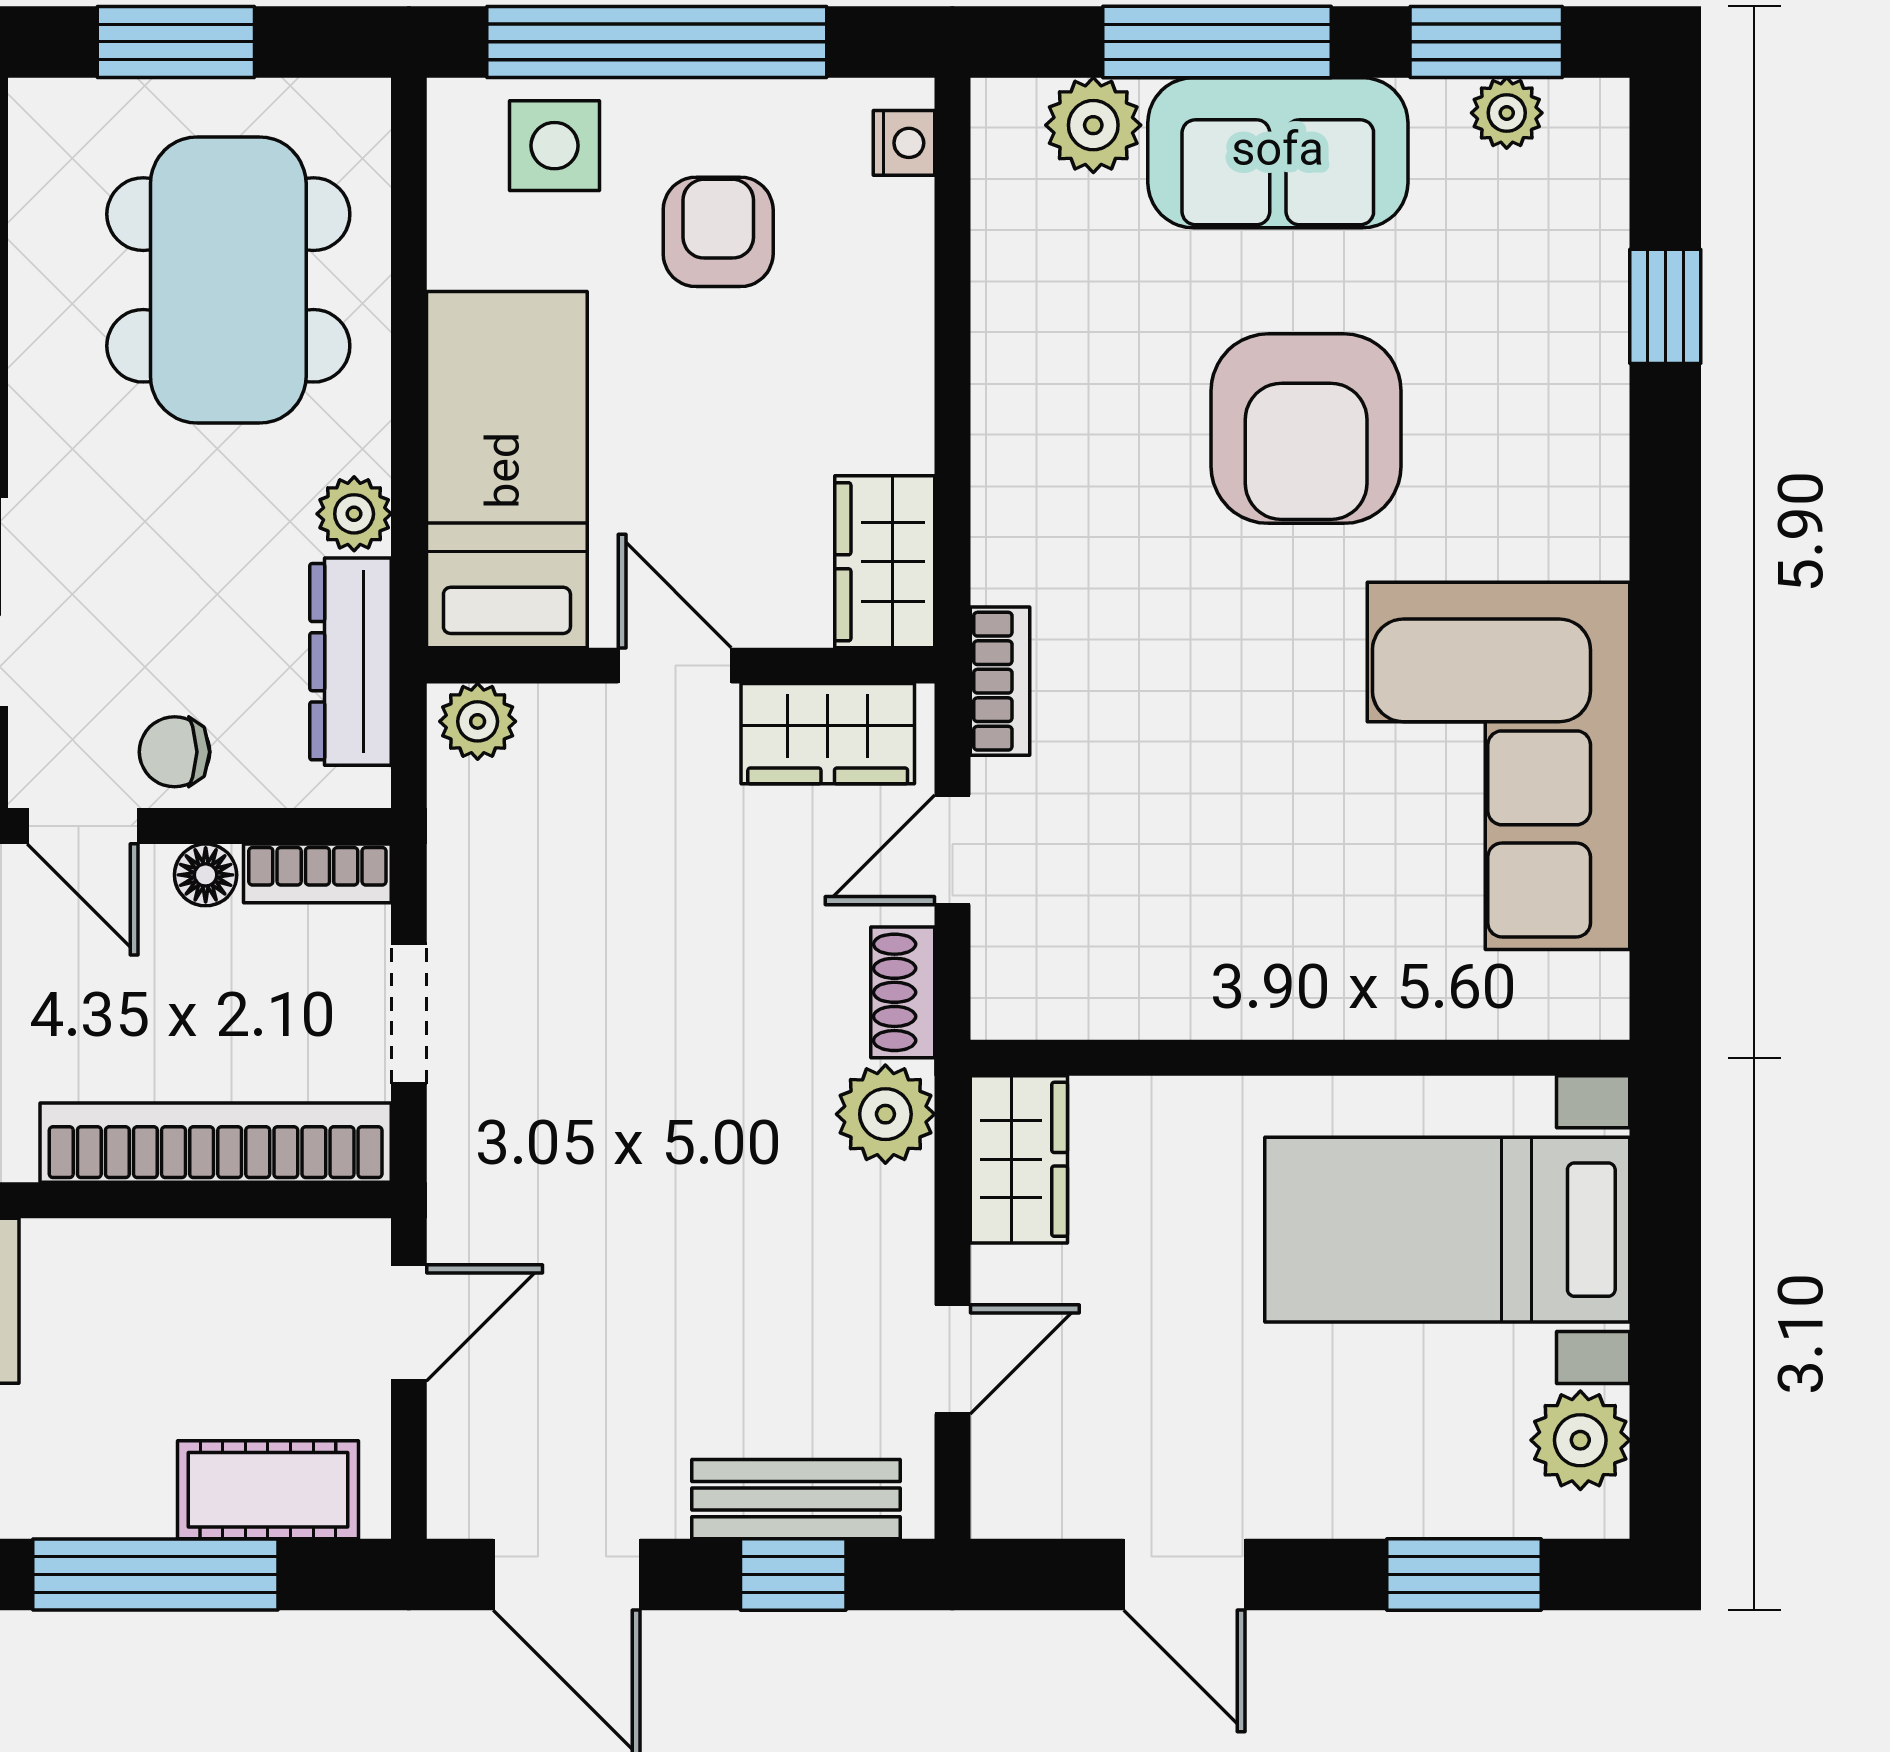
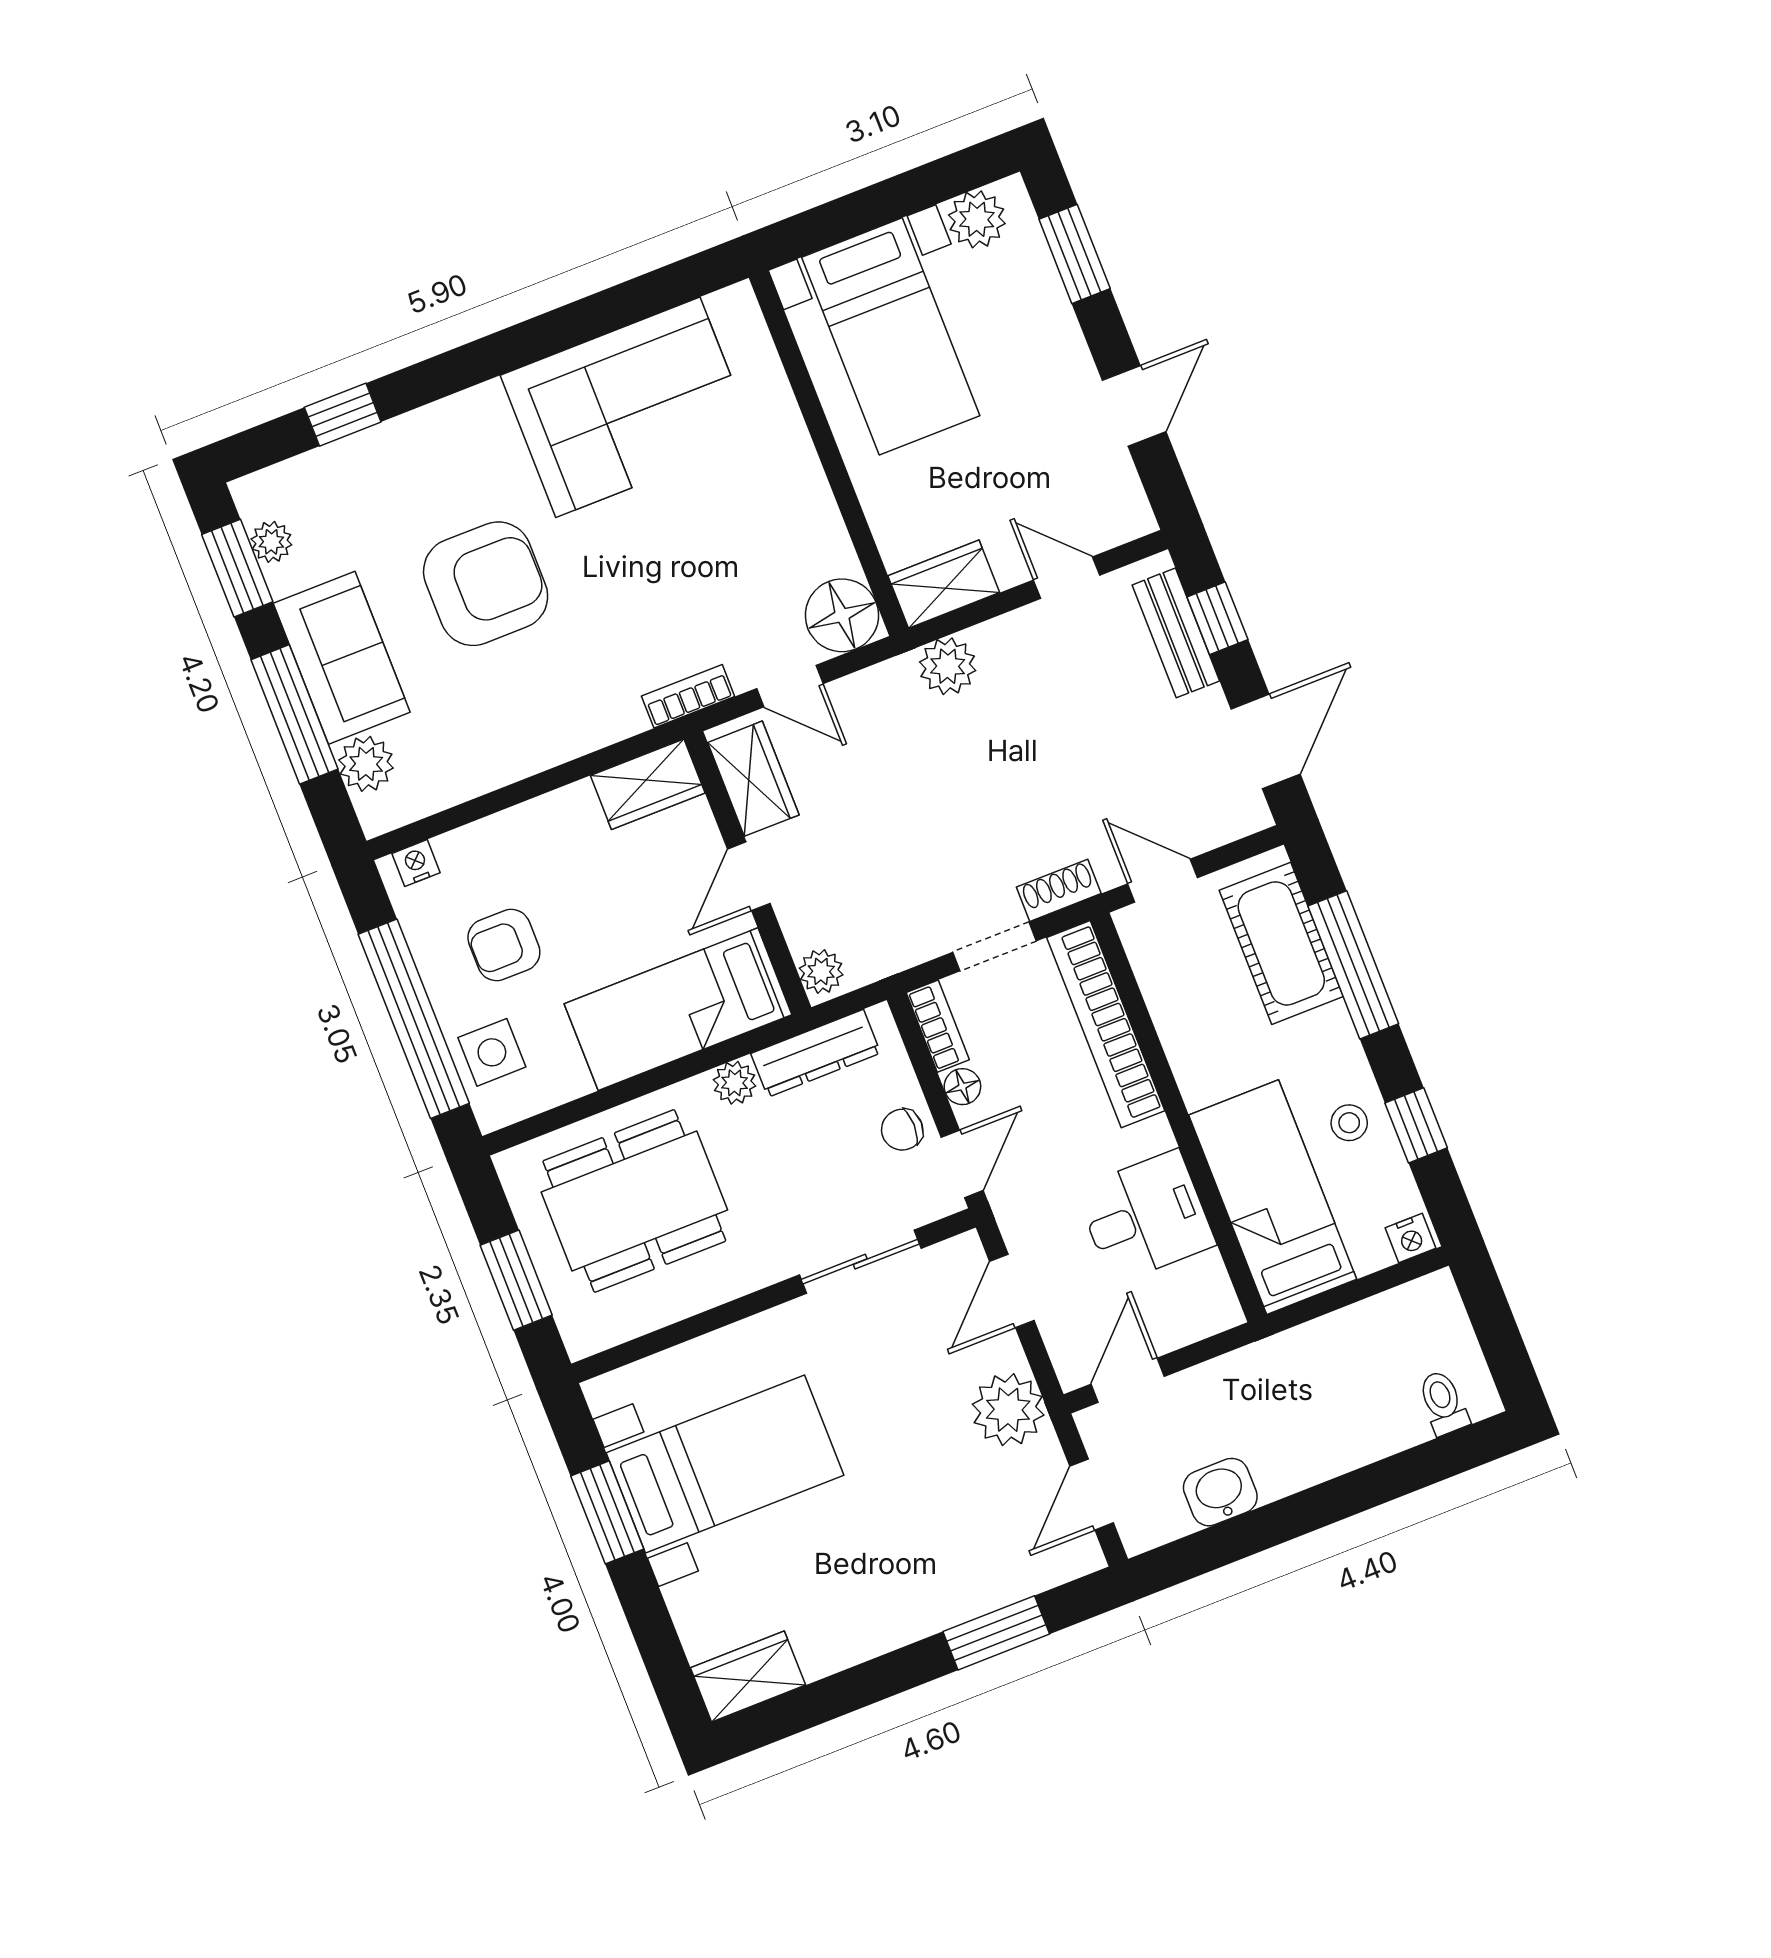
chair: (175, 752) -> (902, 1130), turned 90
floor lamp: (1033, 977) -> (842, 615), added
shoe rack: (903, 992) -> (1059, 890), moved, turned 180
cot: (268, 1490) -> (1281, 943), width x1.37, depth x1.34

